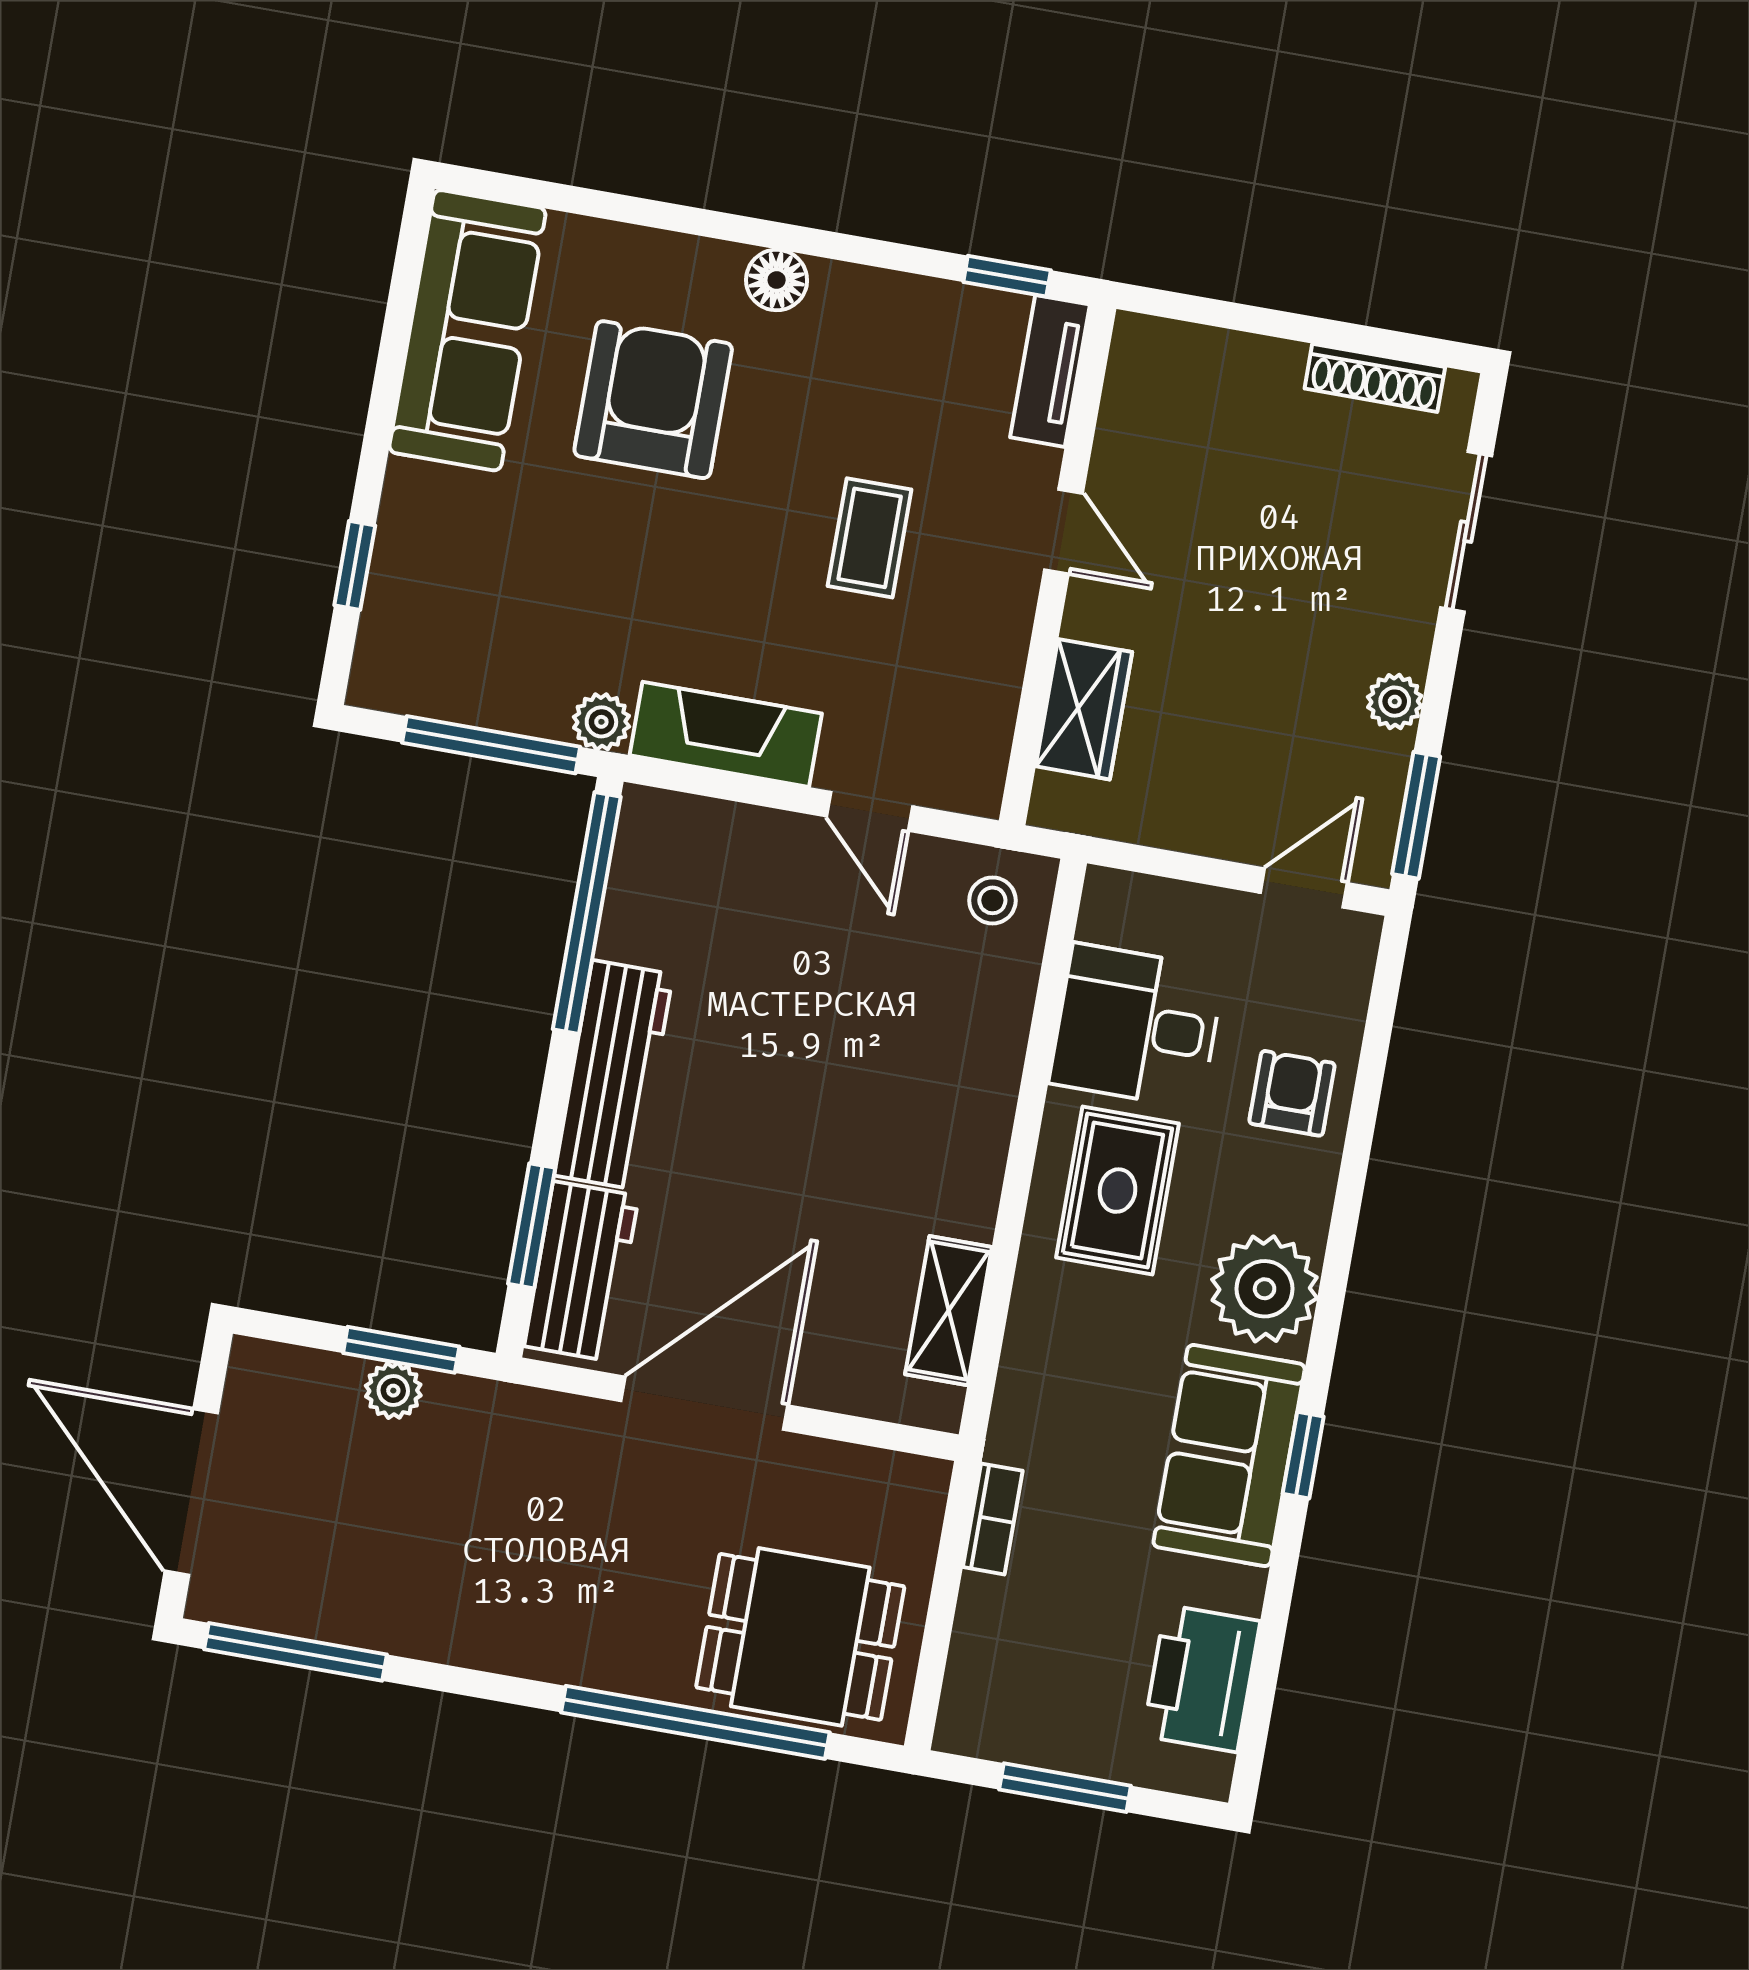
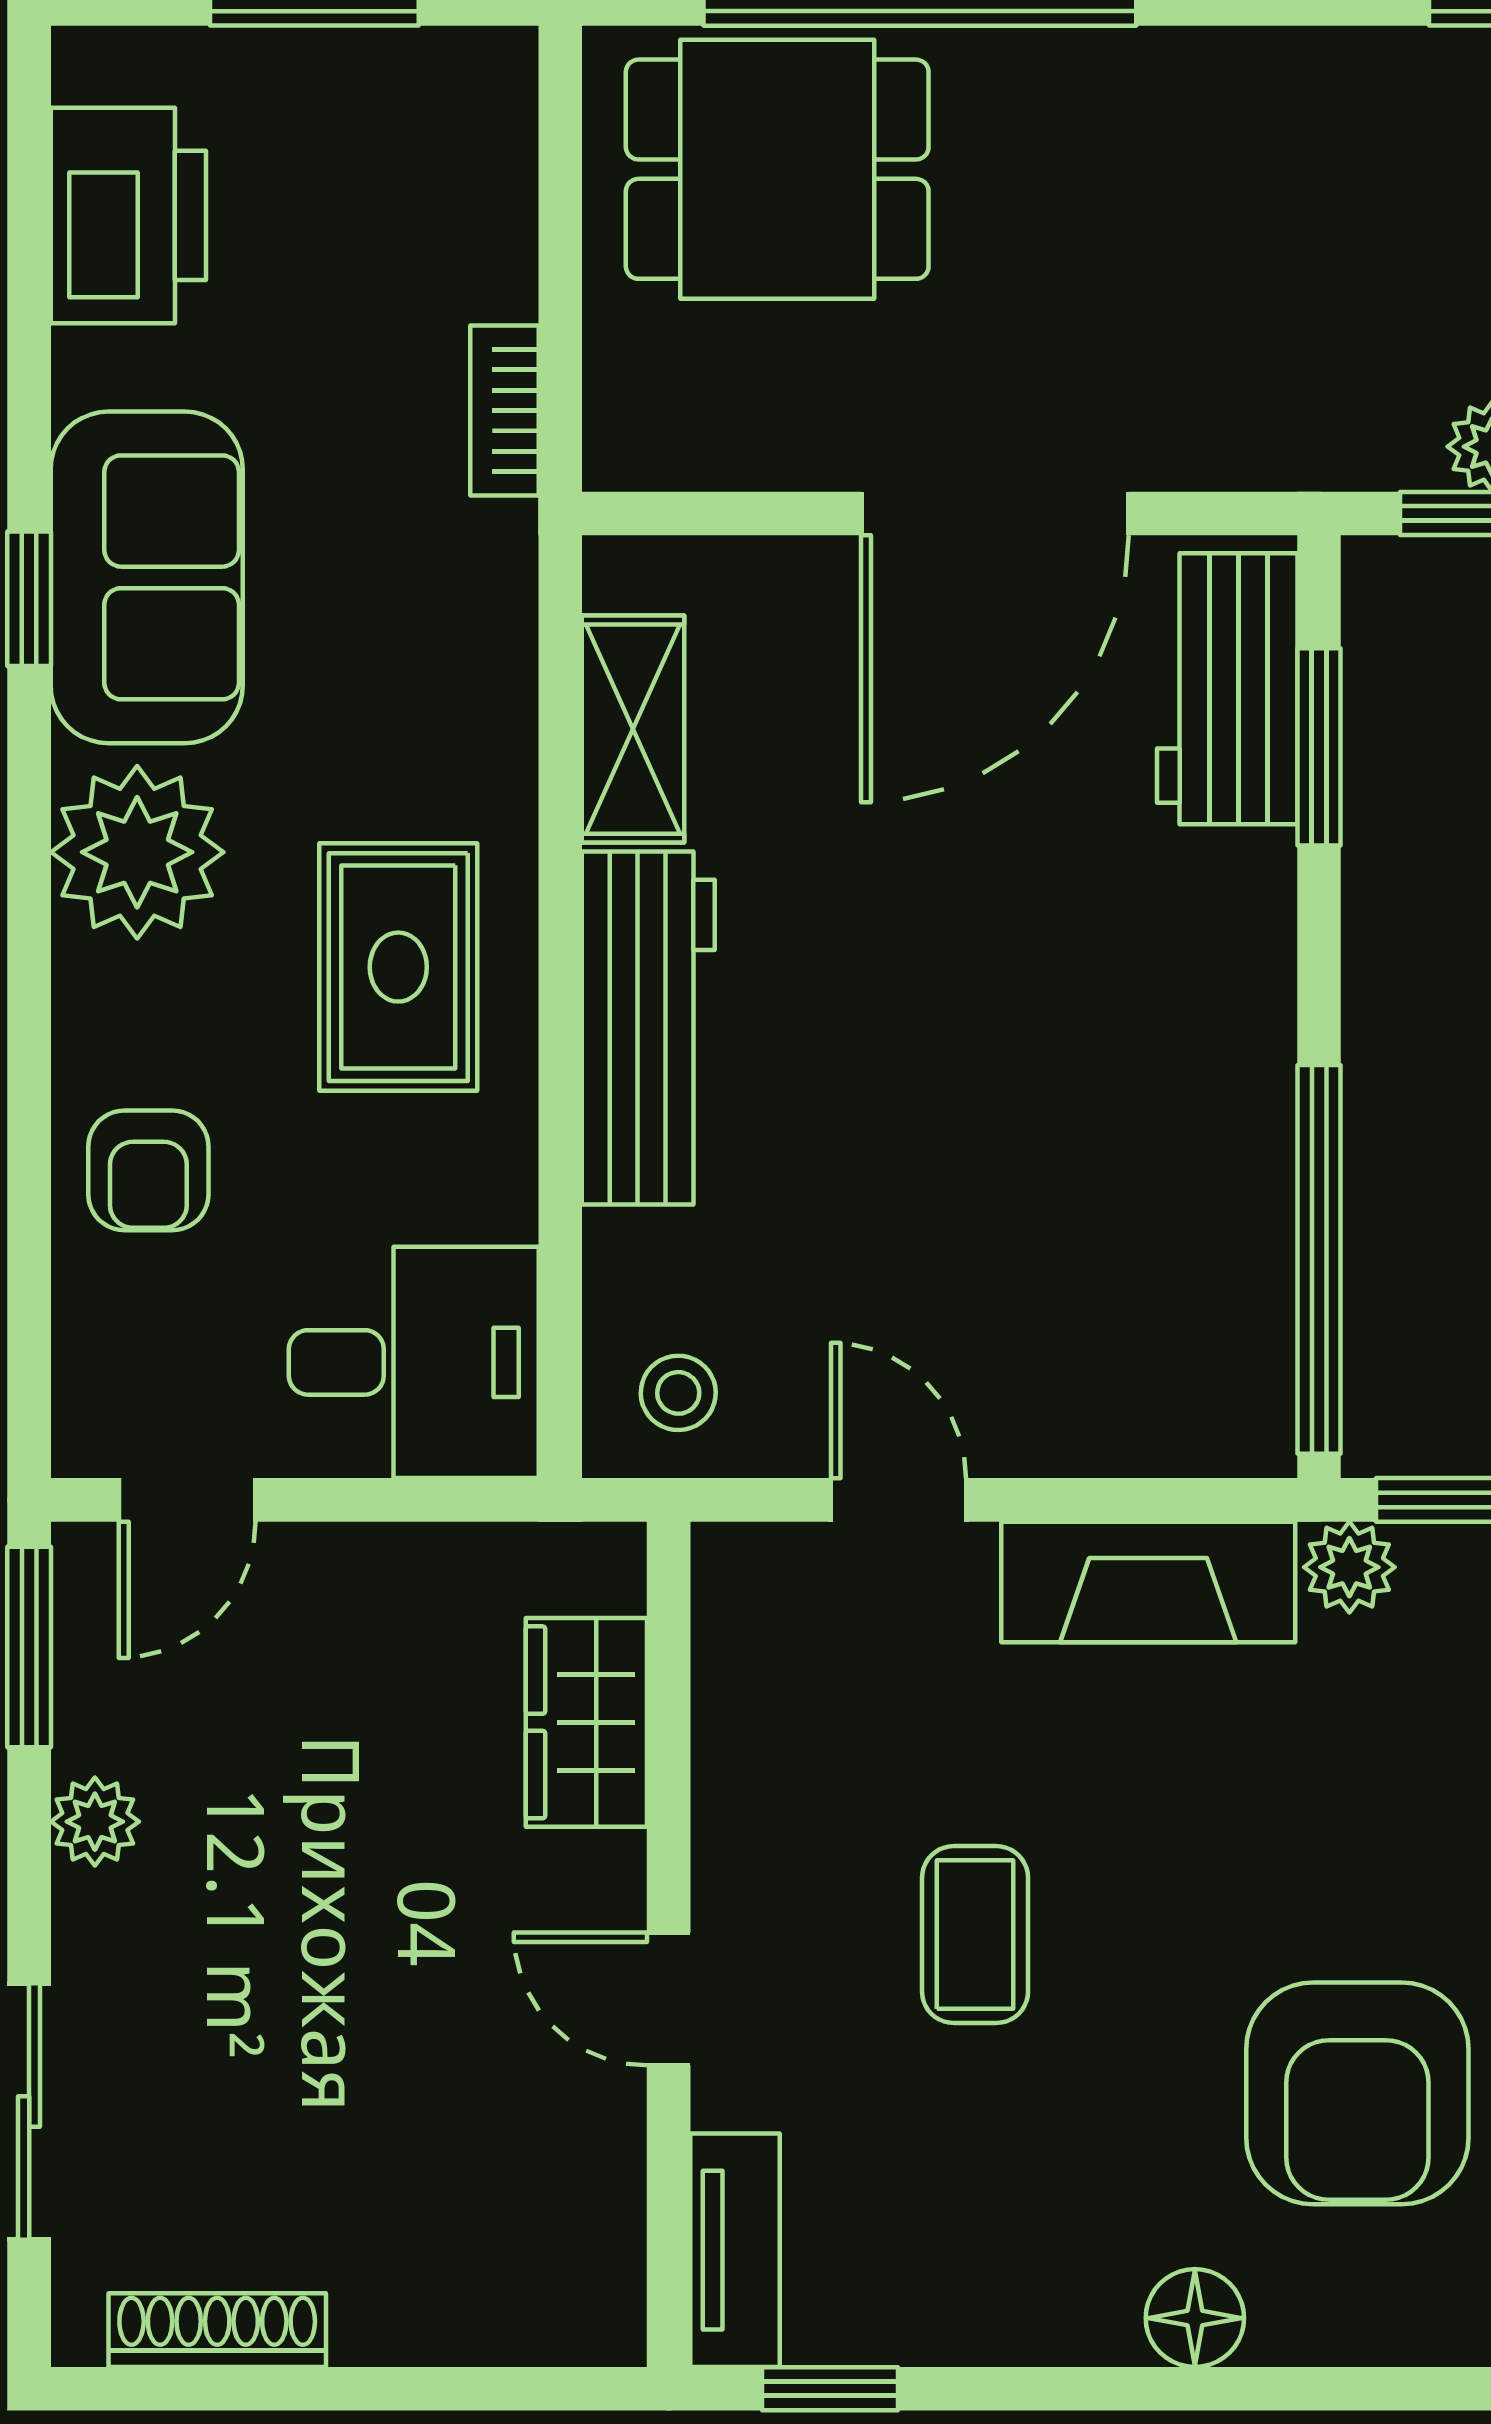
desk: (1137, 1026) -> (414, 1362), moved
workbench: (614, 1075) -> (648, 1028), moved, turned 180

